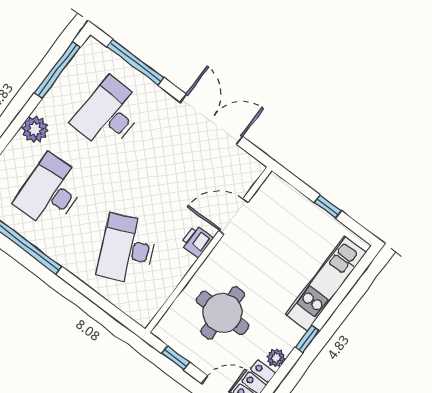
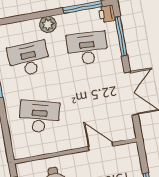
printer: (197, 241) -> (107, 14), moved, turned -90
desk: (127, 249) -> (39, 117), turned 39

